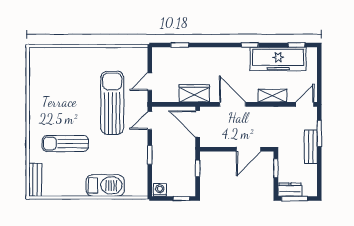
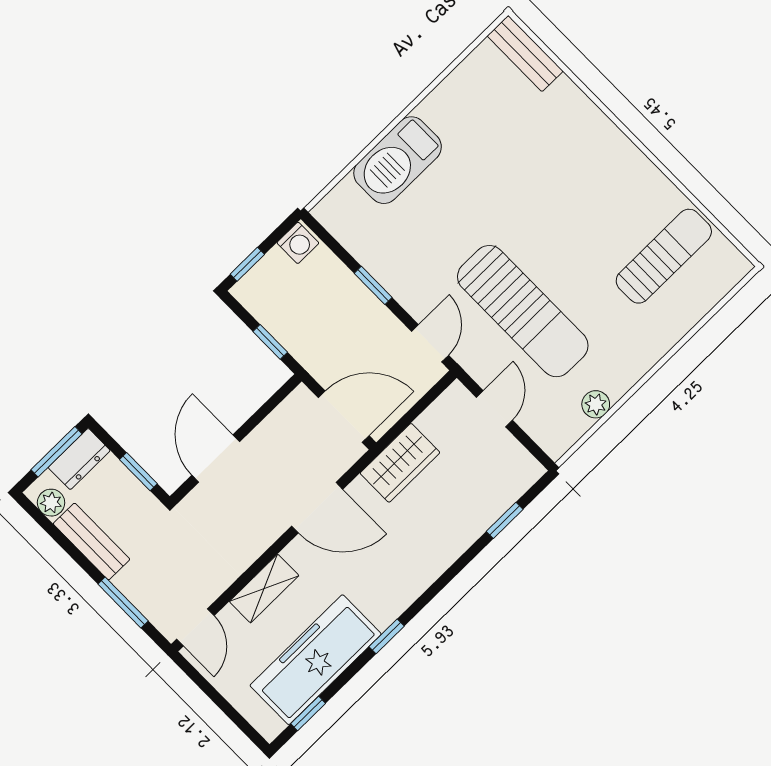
plant: (118, 53) -> (596, 404), added
sun lounger: (65, 143) -> (664, 256), moved
bench: (311, 147) -> (92, 541), moved
plant: (311, 185) -> (51, 503), added

